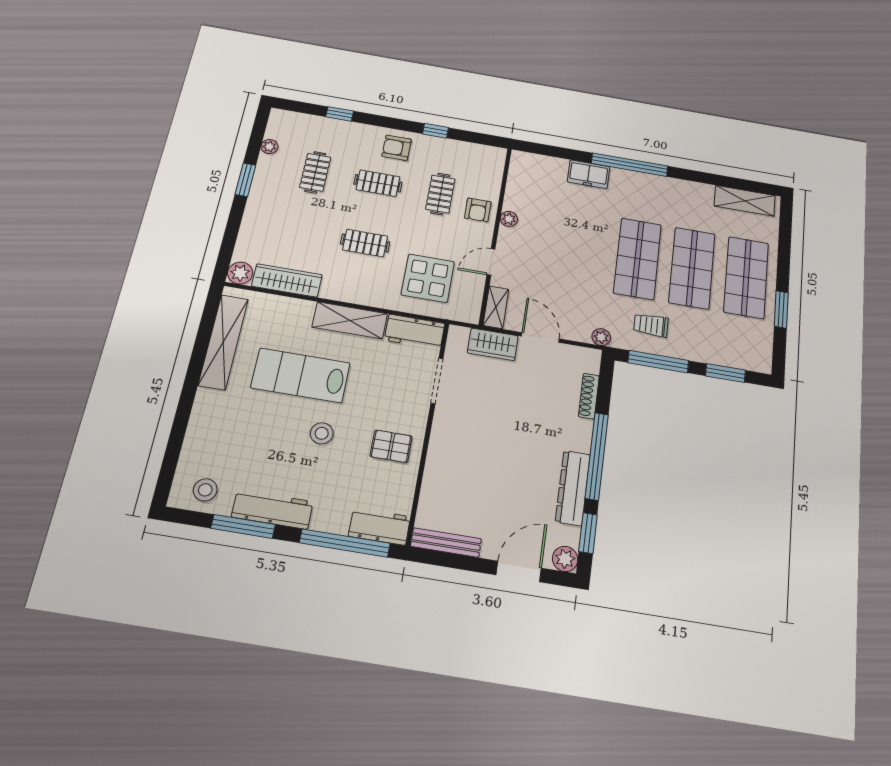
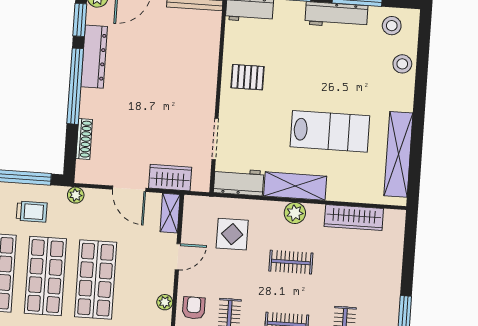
shop shelf: (583, 249) -> (96, 280), added
plant: (240, 273) -> (295, 213), moved
display table: (428, 278) -> (232, 234), width x0.73, depth x0.73
stool: (322, 433) -> (402, 64), moved

